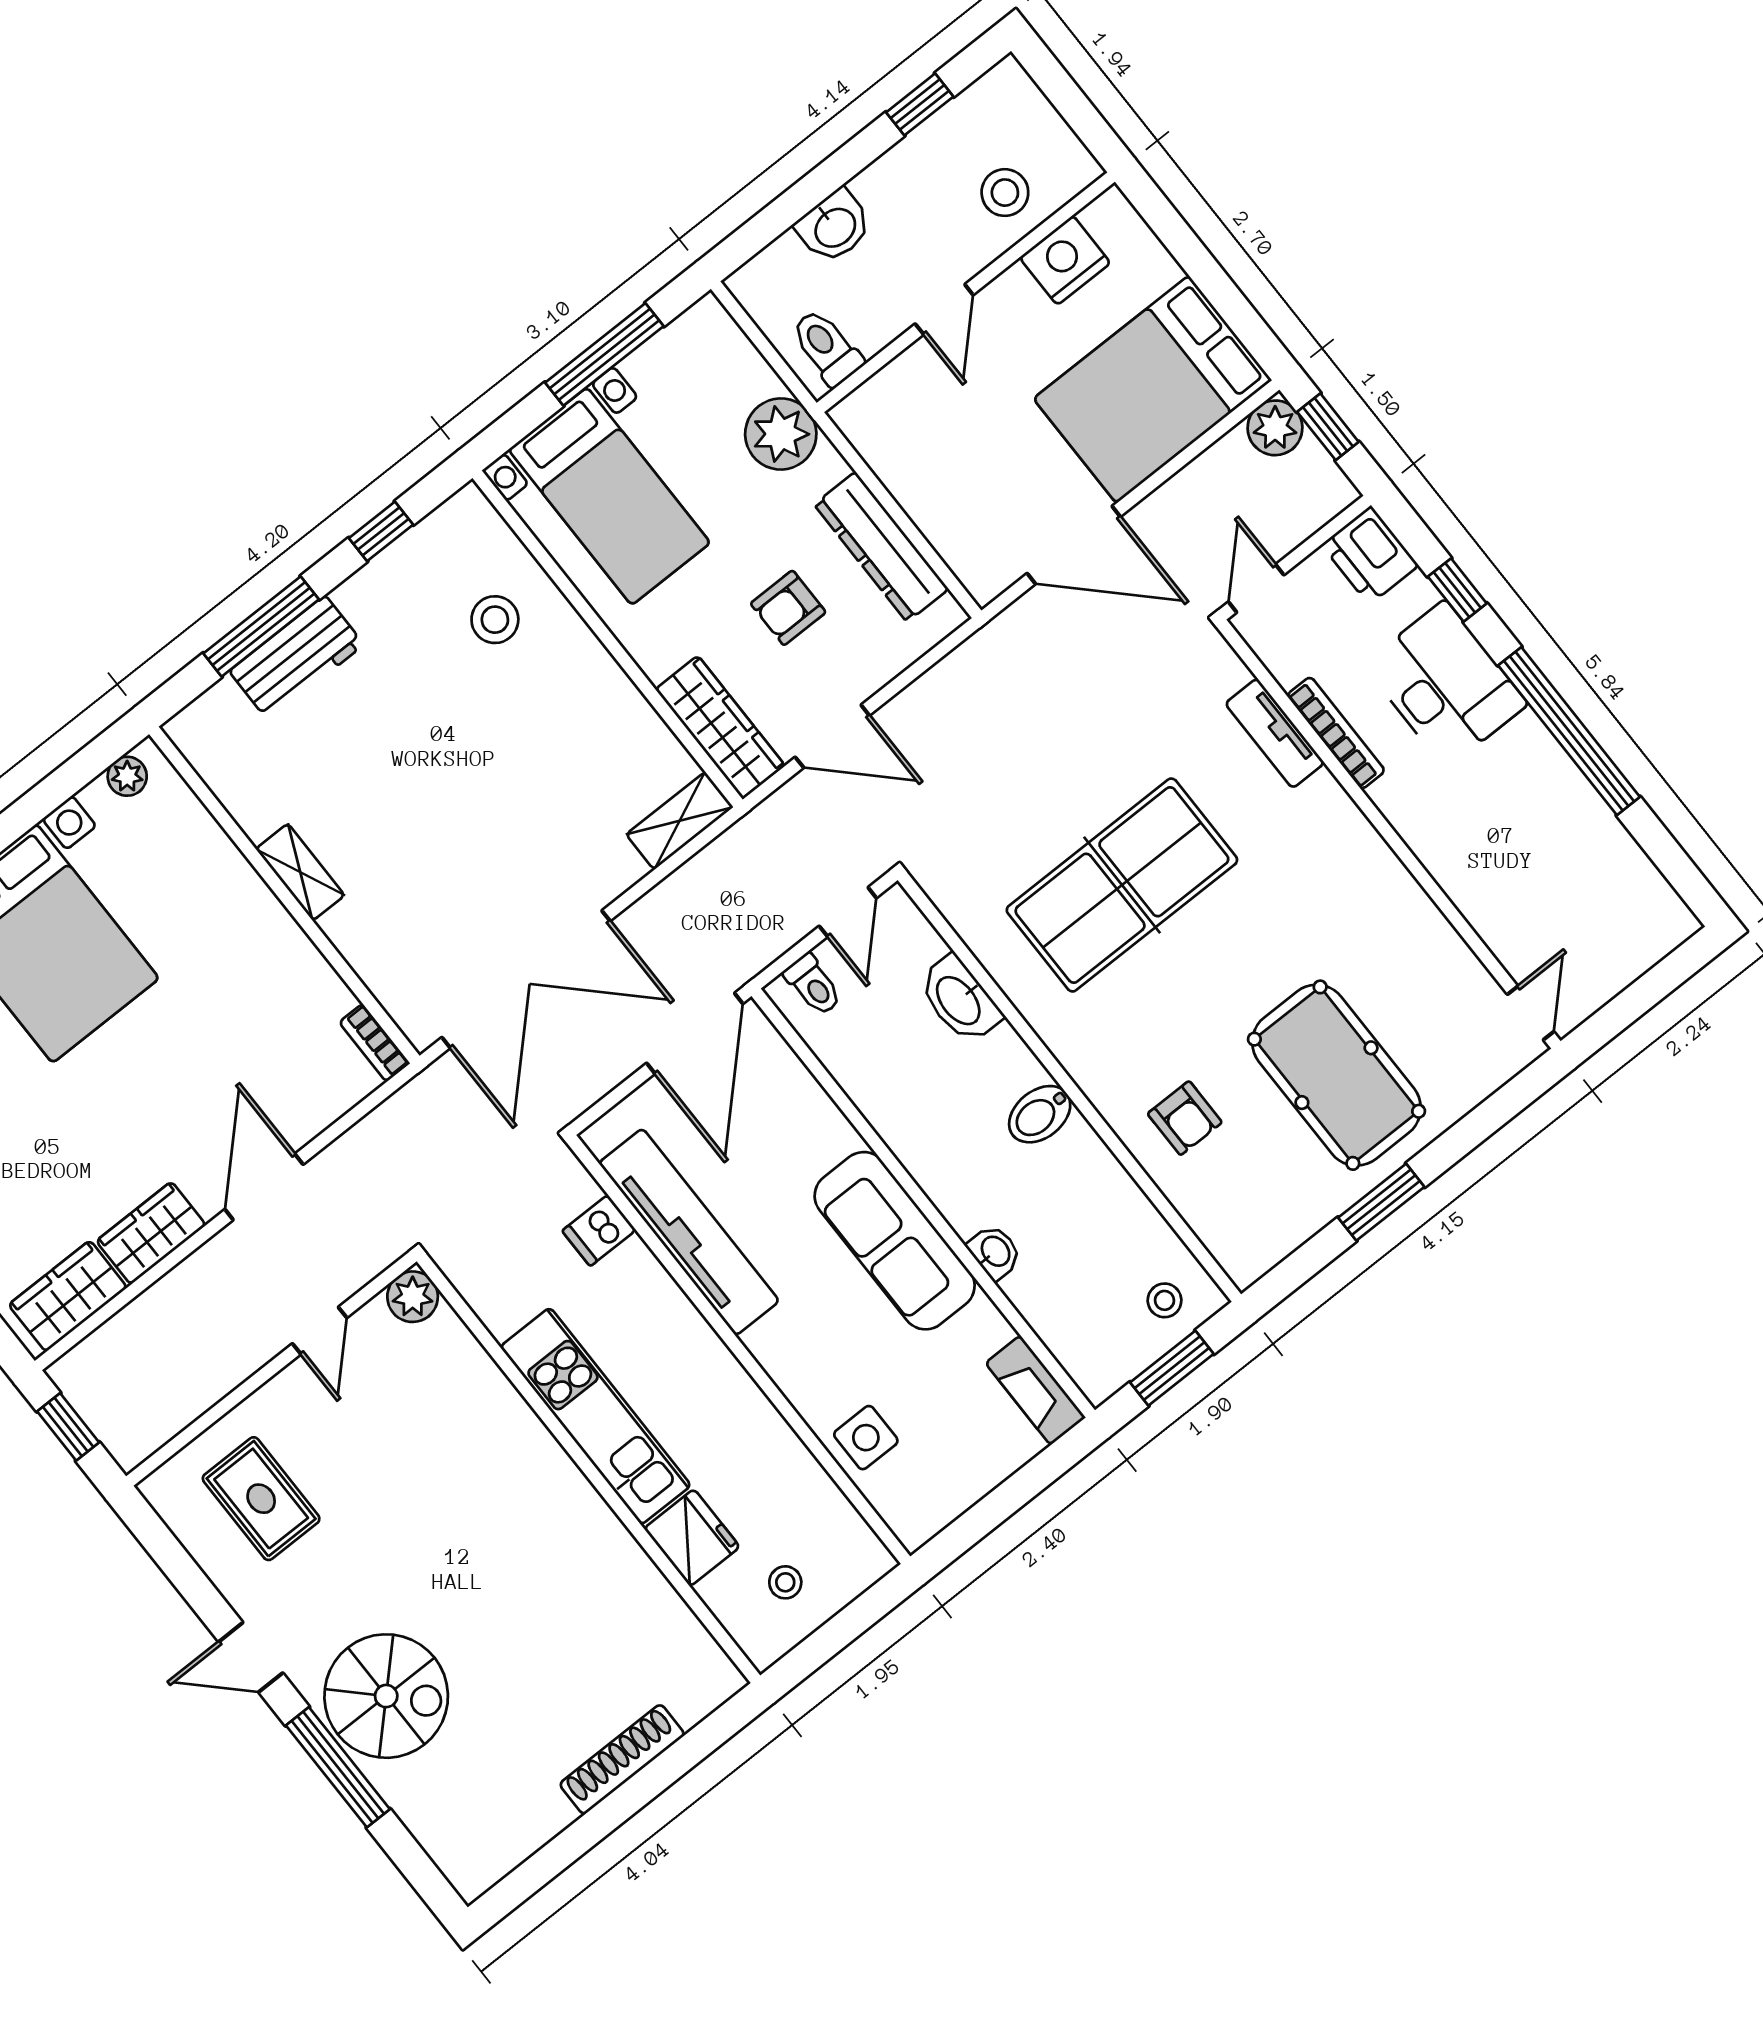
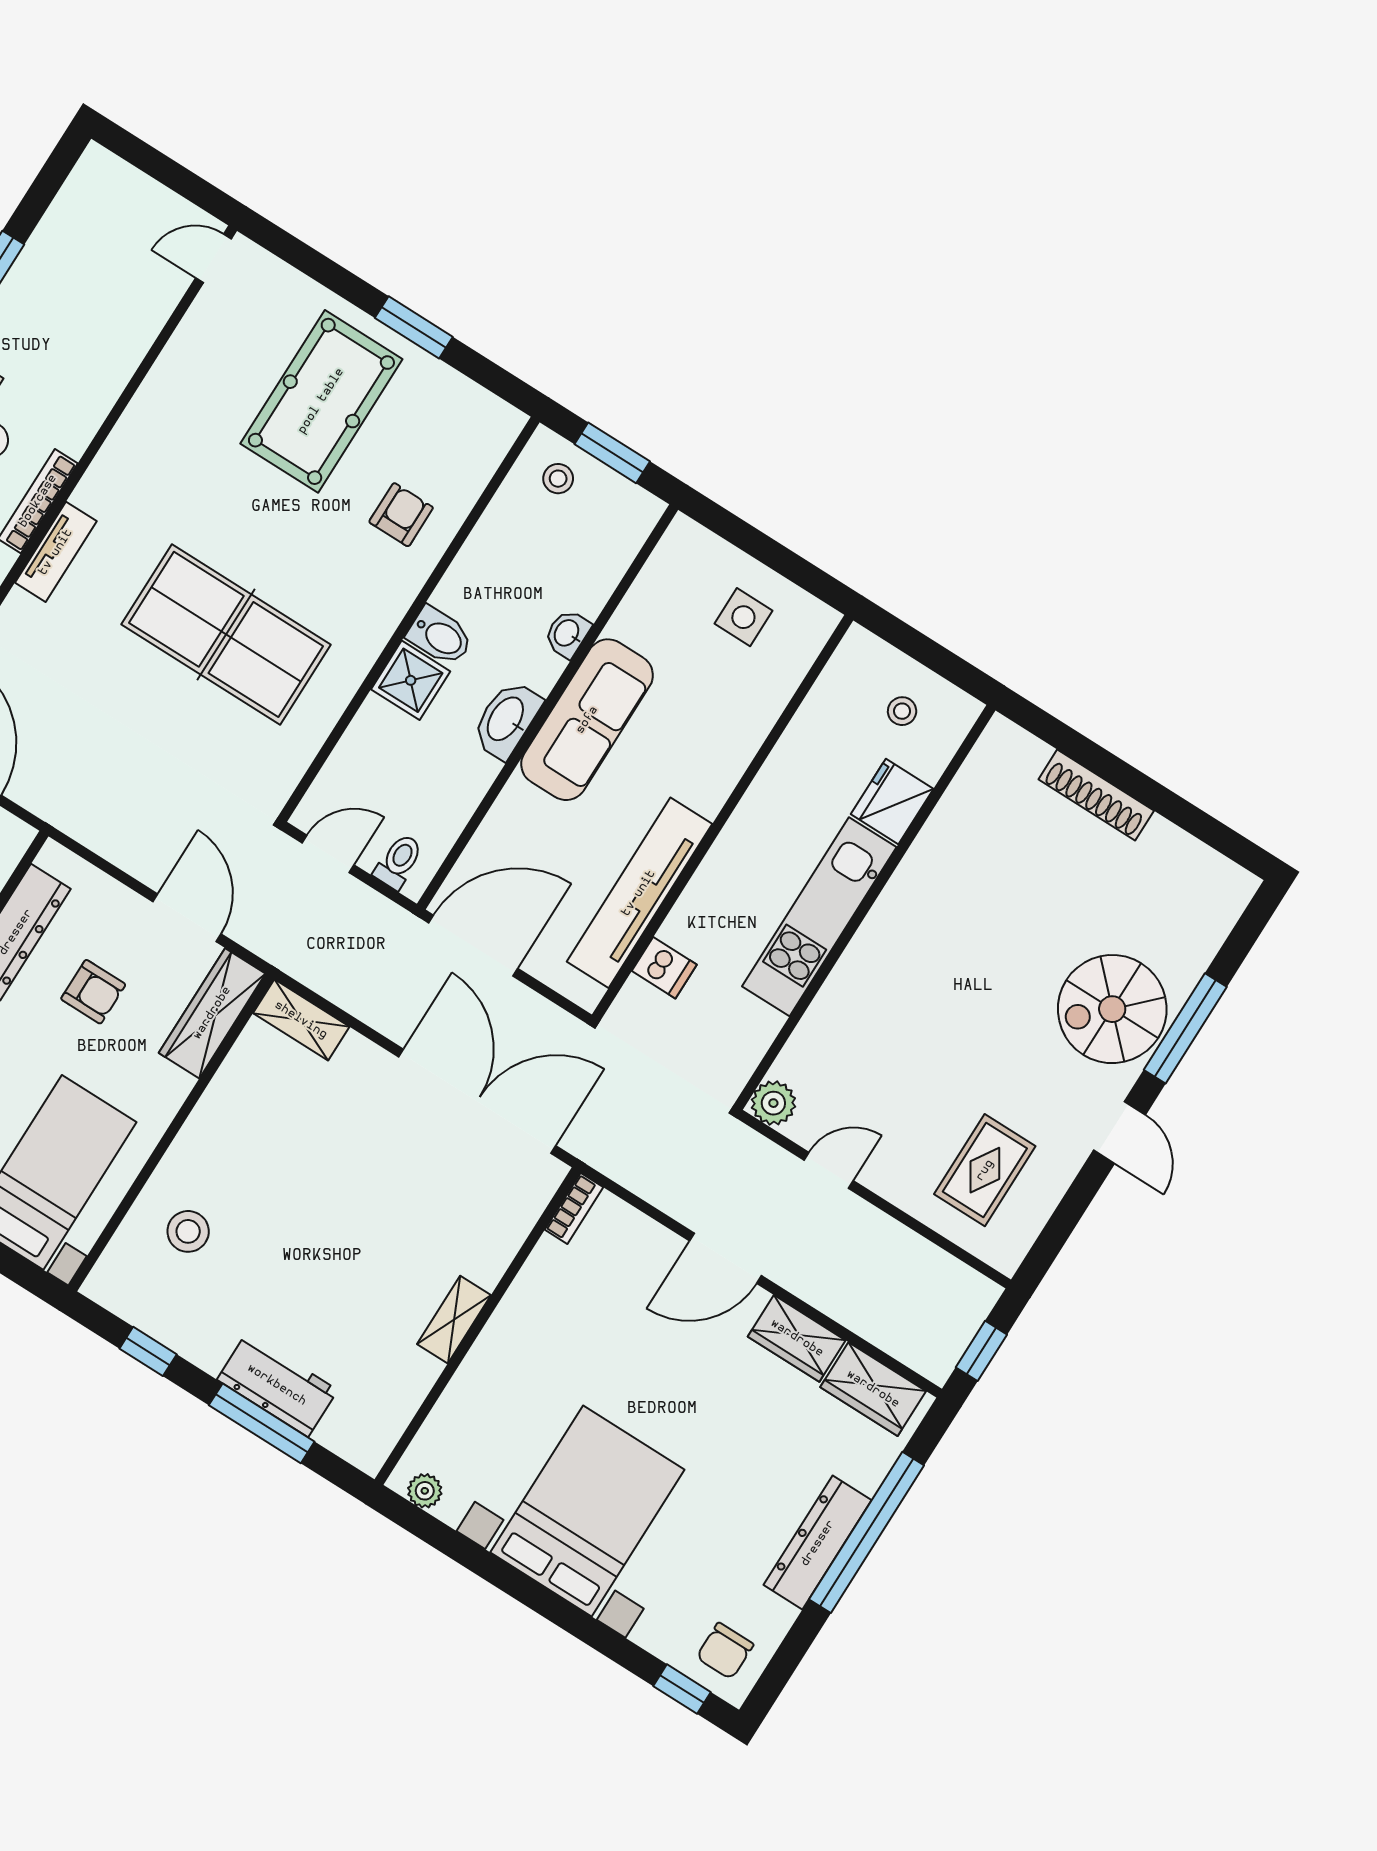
washbasin: (959, 1000) -> (506, 719), moved, turned 180
shower: (1003, 1066) -> (411, 680), added
fireplace: (1035, 1390) -> (670, 560), removed
side table: (866, 1438) -> (743, 617), moved
spiral stairs: (386, 1696) -> (1112, 1009), turned -90

